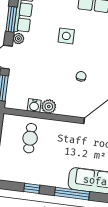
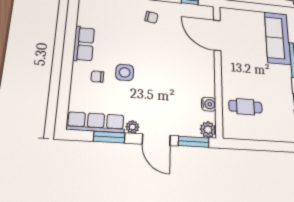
chair: (81, 76) -> (97, 77), moved
plant: (49, 107) -> (208, 130), moved

